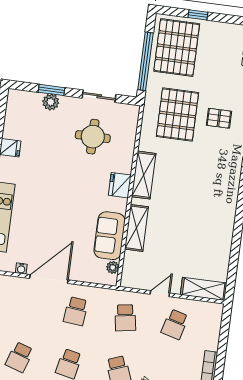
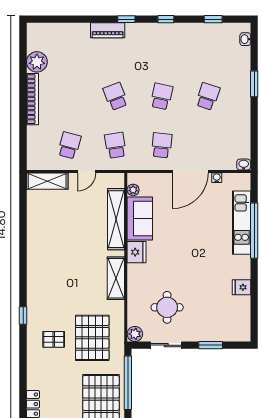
plant: (51, 102) -> (135, 334), moved
fridge: (120, 185) -> (136, 252), moved
shelving: (137, 228) -> (116, 219), width x1.47

